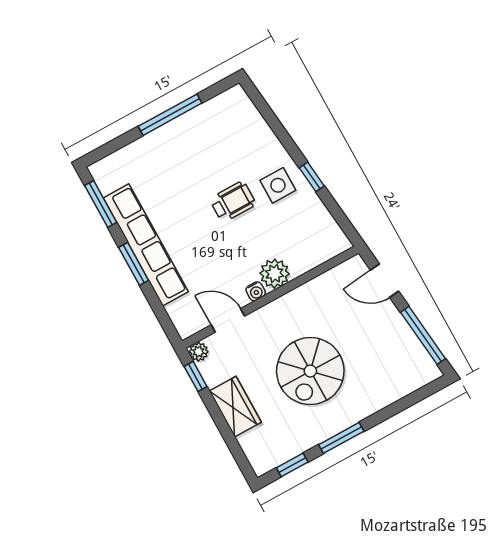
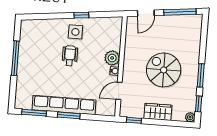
plant: (199, 352) -> (190, 117), moved
spiral stairs: (310, 371) -> (164, 70), turned 180

